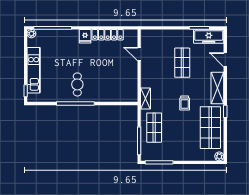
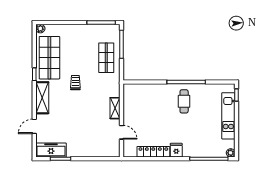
door: (225, 60) -> (34, 126), swing flipped
shop shelf: (182, 63) -> (78, 123), removed
shelving: (145, 98) -> (115, 108), moved

